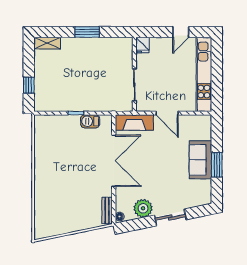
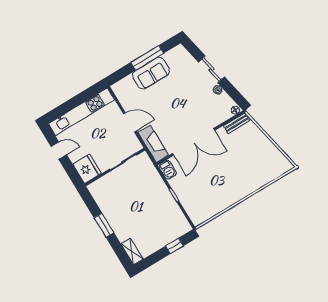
fridge: (143, 45) -> (87, 169), width x1.88, depth x1.34
door: (167, 113) -> (130, 122), hinge flipped
barbecue: (90, 121) -> (168, 170), moved
double door: (114, 161) -> (194, 142), swing flipped
window: (217, 165) -> (147, 58), width x1.44
plant: (143, 208) -> (218, 90), width x0.53, depth x0.53

